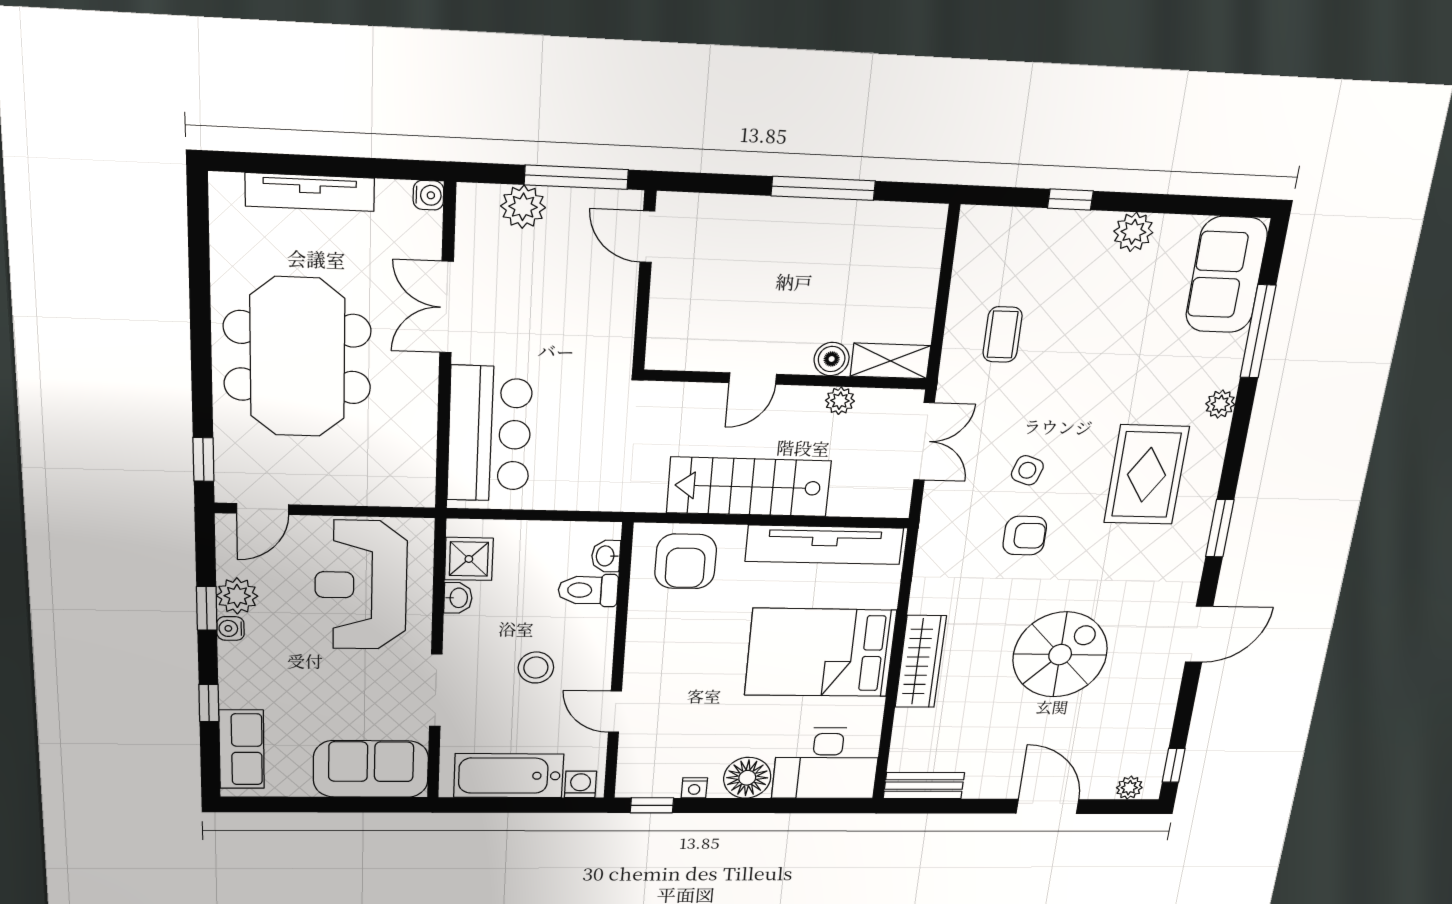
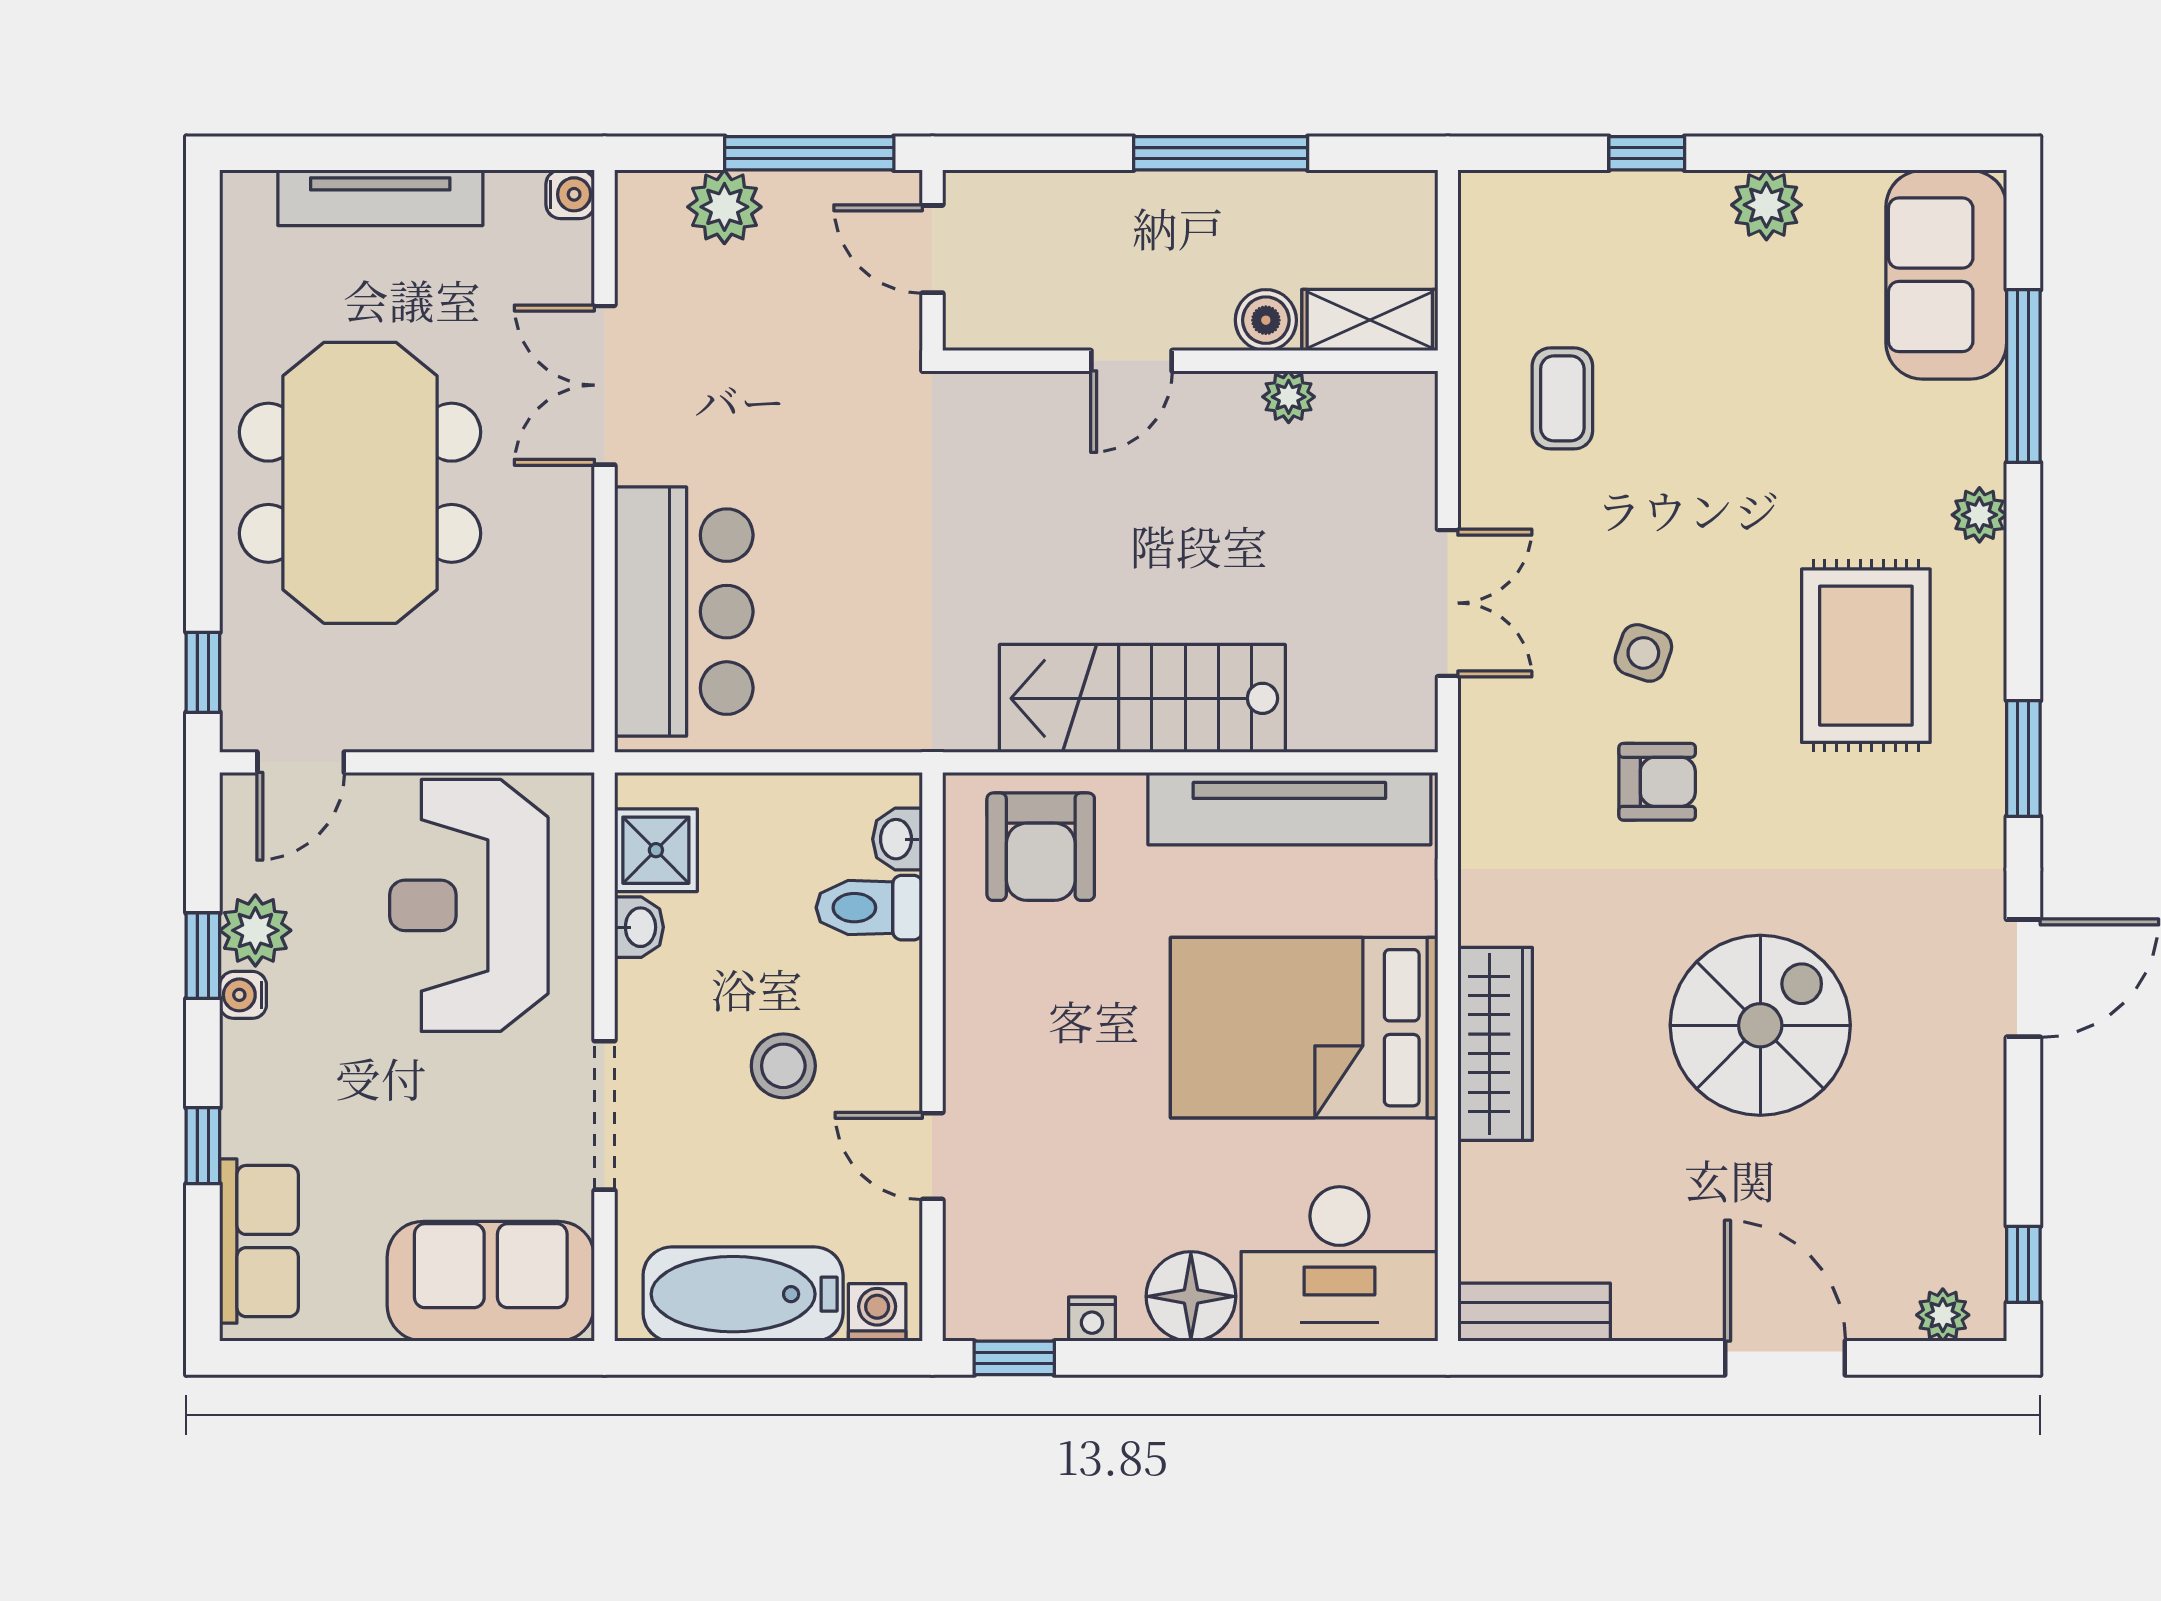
boiler: (832, 359) -> (1266, 320), moved
shelving: (890, 361) -> (1370, 320), moved
door: (753, 379) -> (1131, 361), moved
wall: (786, 380) -> (1190, 361), moved
plant: (840, 401) -> (1289, 397), moved

